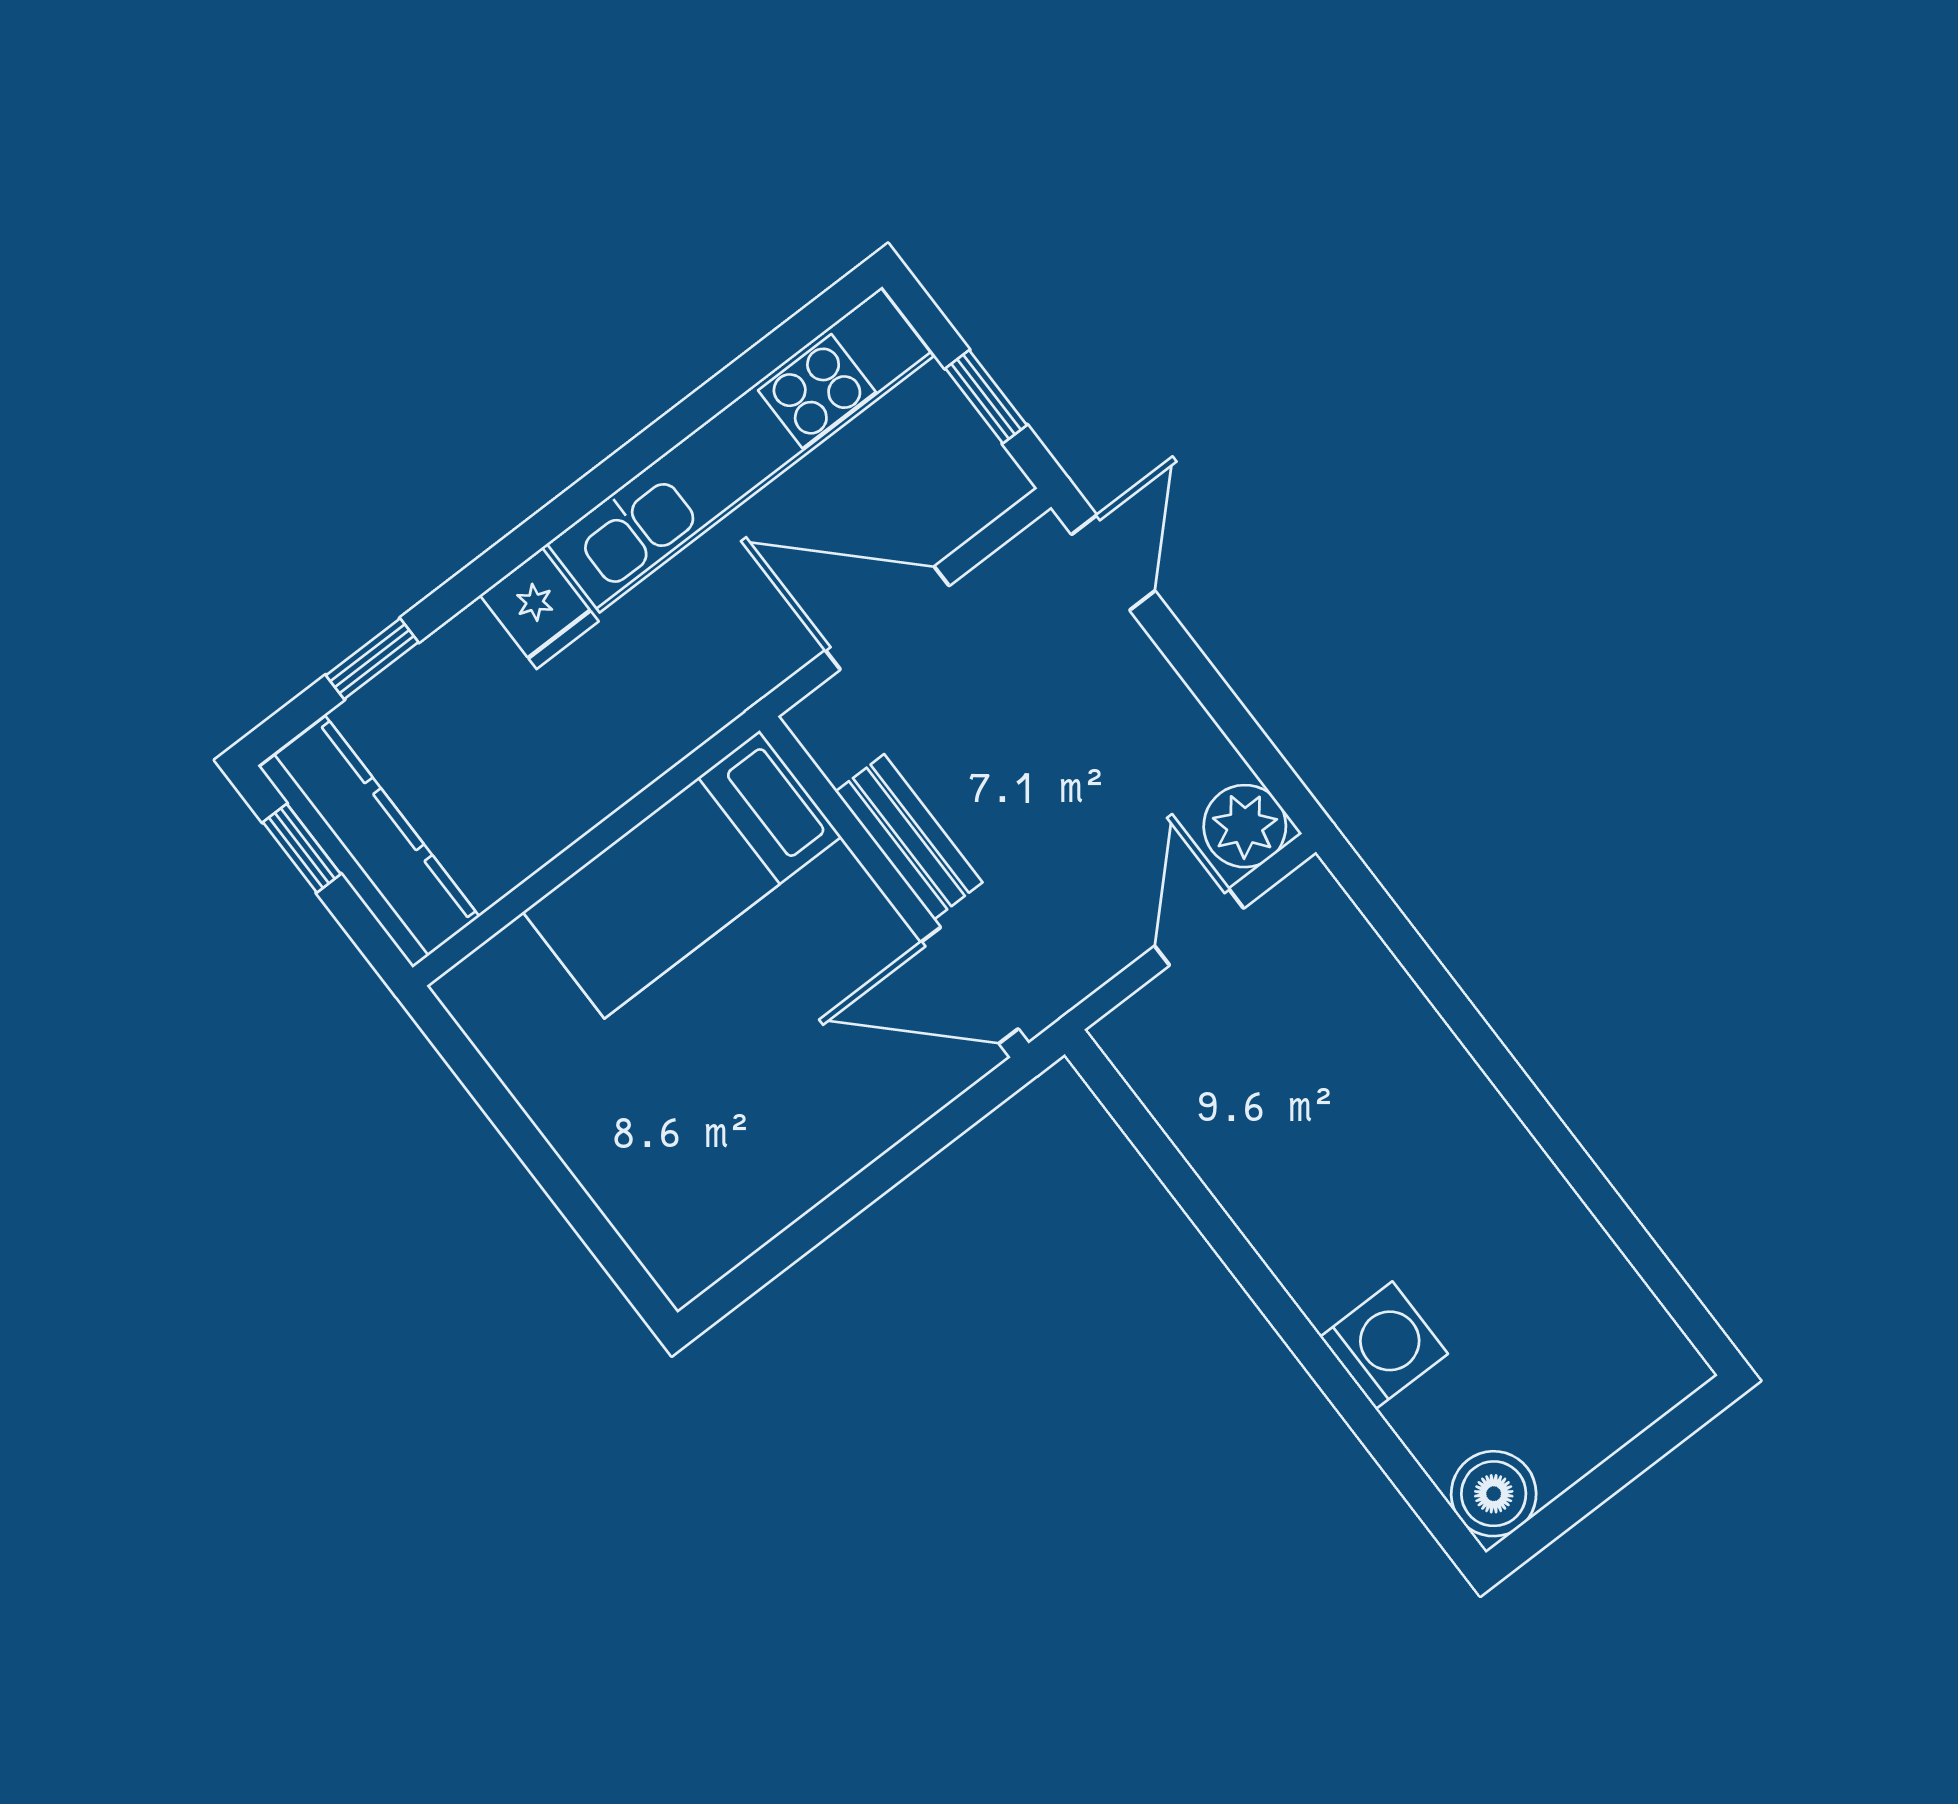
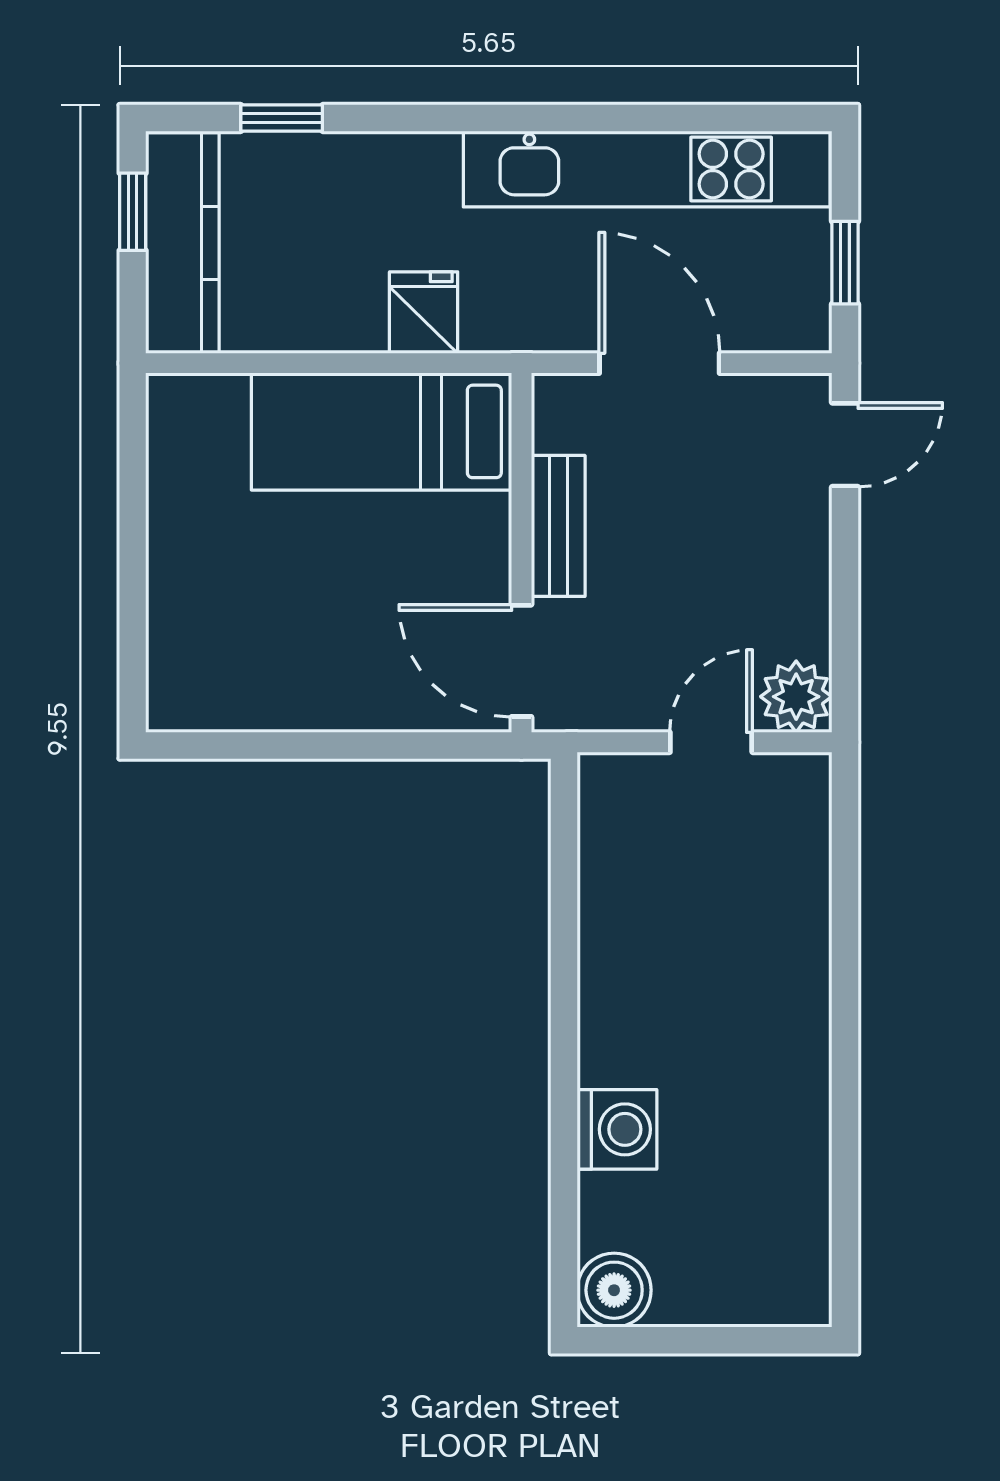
fridge: (539, 608) -> (424, 313), moved, turned 180

